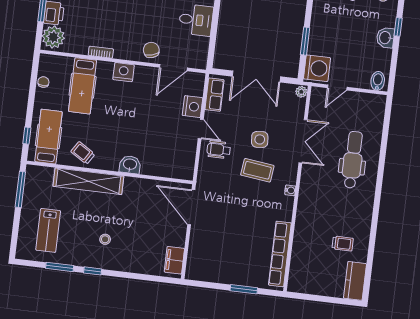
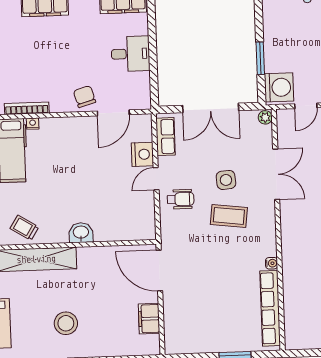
bookcase: (101, 52) -> (27, 108), width x1.56
nightstand: (124, 72) -> (33, 124), moved, width x0.53, depth x0.56
door: (201, 129) -> (156, 179), swing flipped
wheelchair: (219, 150) -> (180, 199), turned 180
water cooler: (290, 190) -> (272, 263), moved
stool: (105, 239) -> (66, 323), width x1.89, depth x1.89
filing cabinet: (174, 260) -> (149, 319), moved

